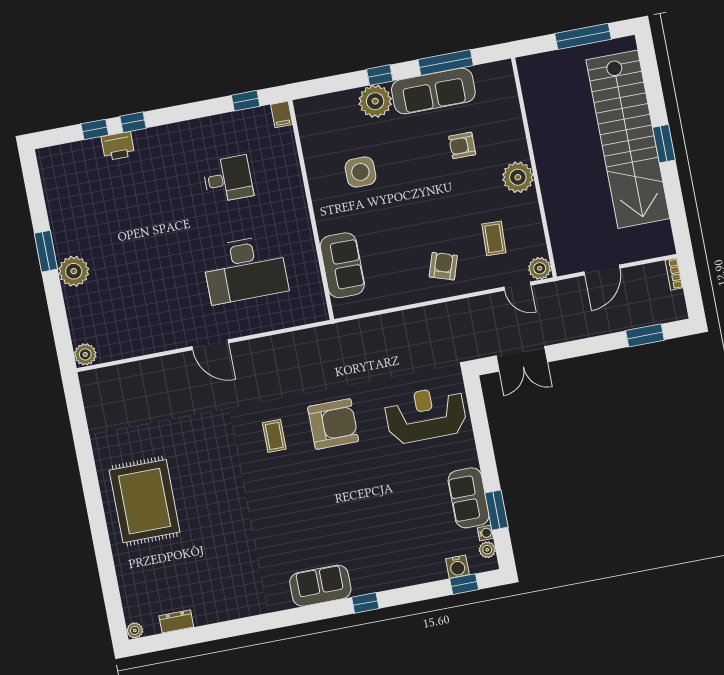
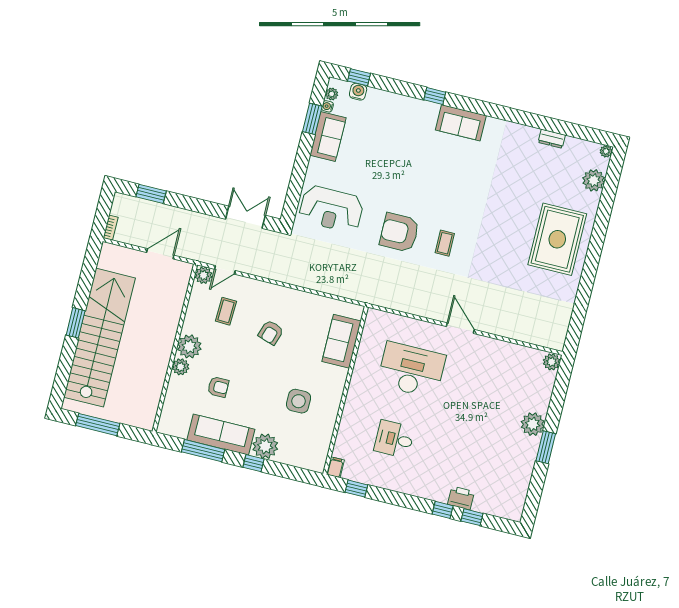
plant: (517, 149) -> (181, 367), added
armchair: (443, 266) -> (271, 333), moved
door: (517, 286) -> (225, 270), swing flipped
plant: (134, 590) -> (594, 180), added
dresser: (176, 621) -> (552, 139), moved

